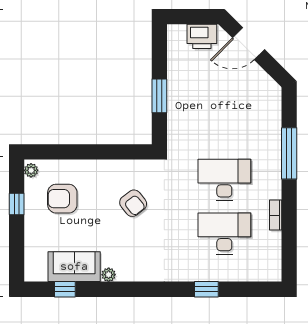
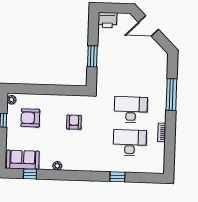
printer: (202, 36) -> (107, 20), moved
armchair: (133, 203) -> (74, 122), turned -142
sofa: (74, 267) -> (23, 160), moved

